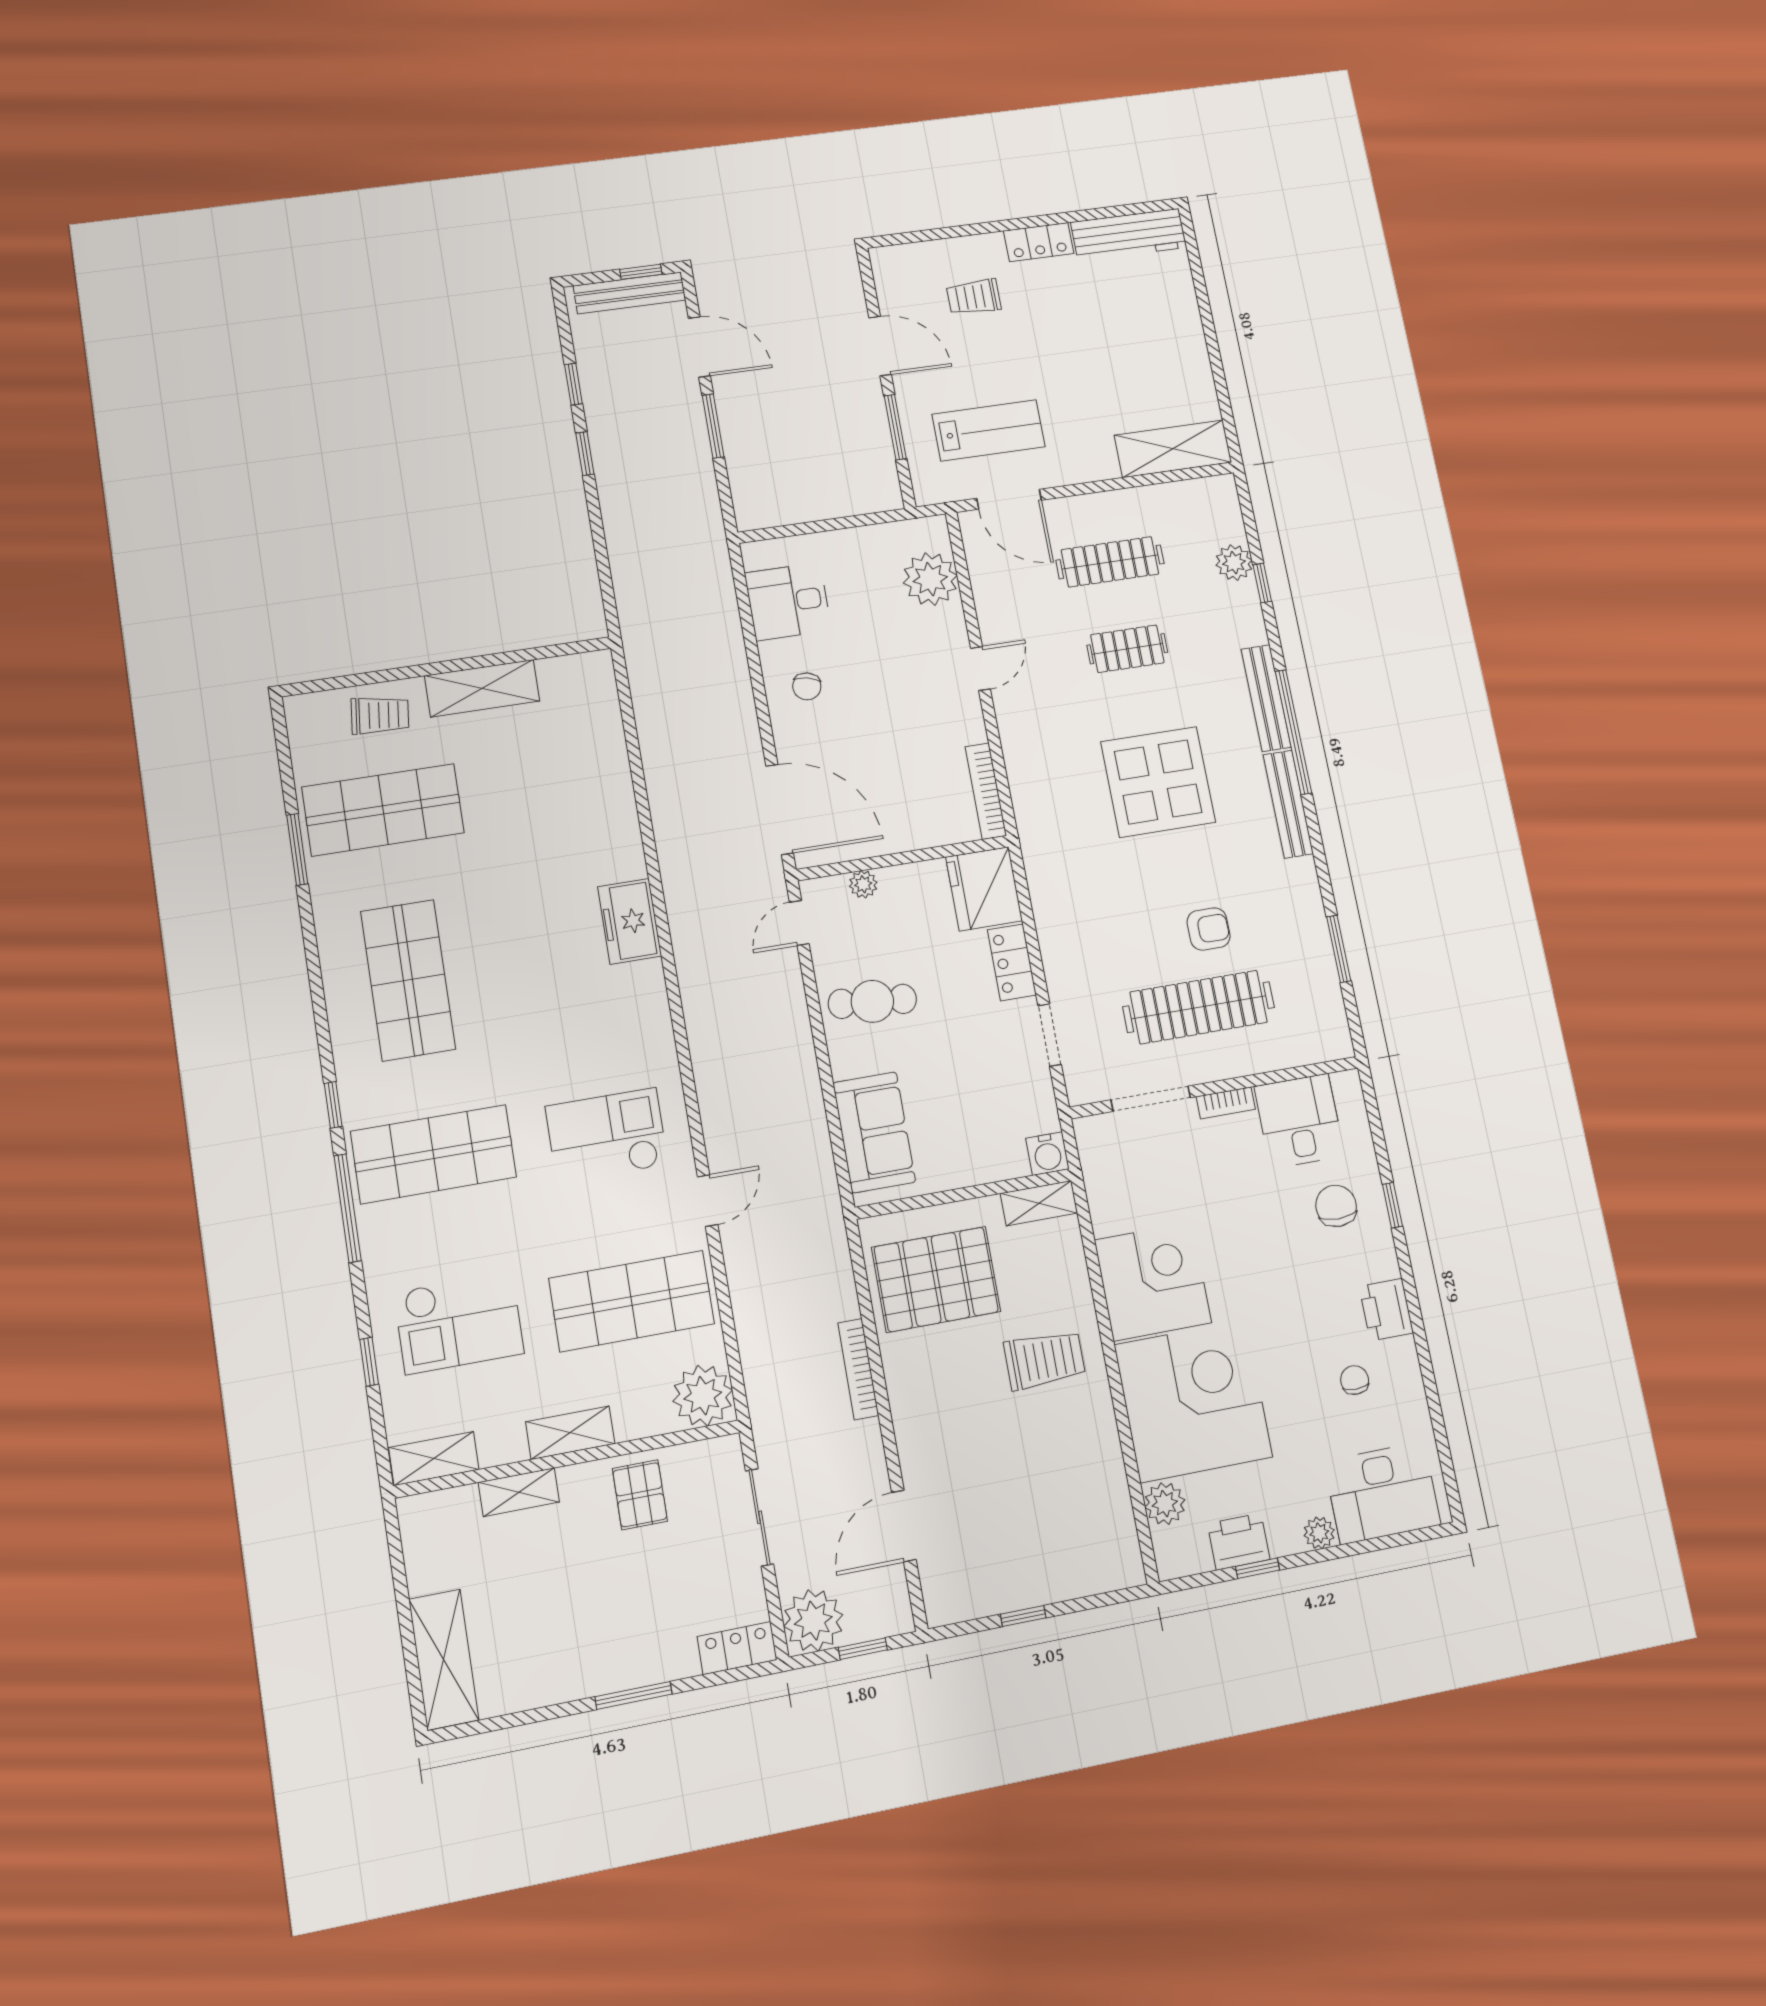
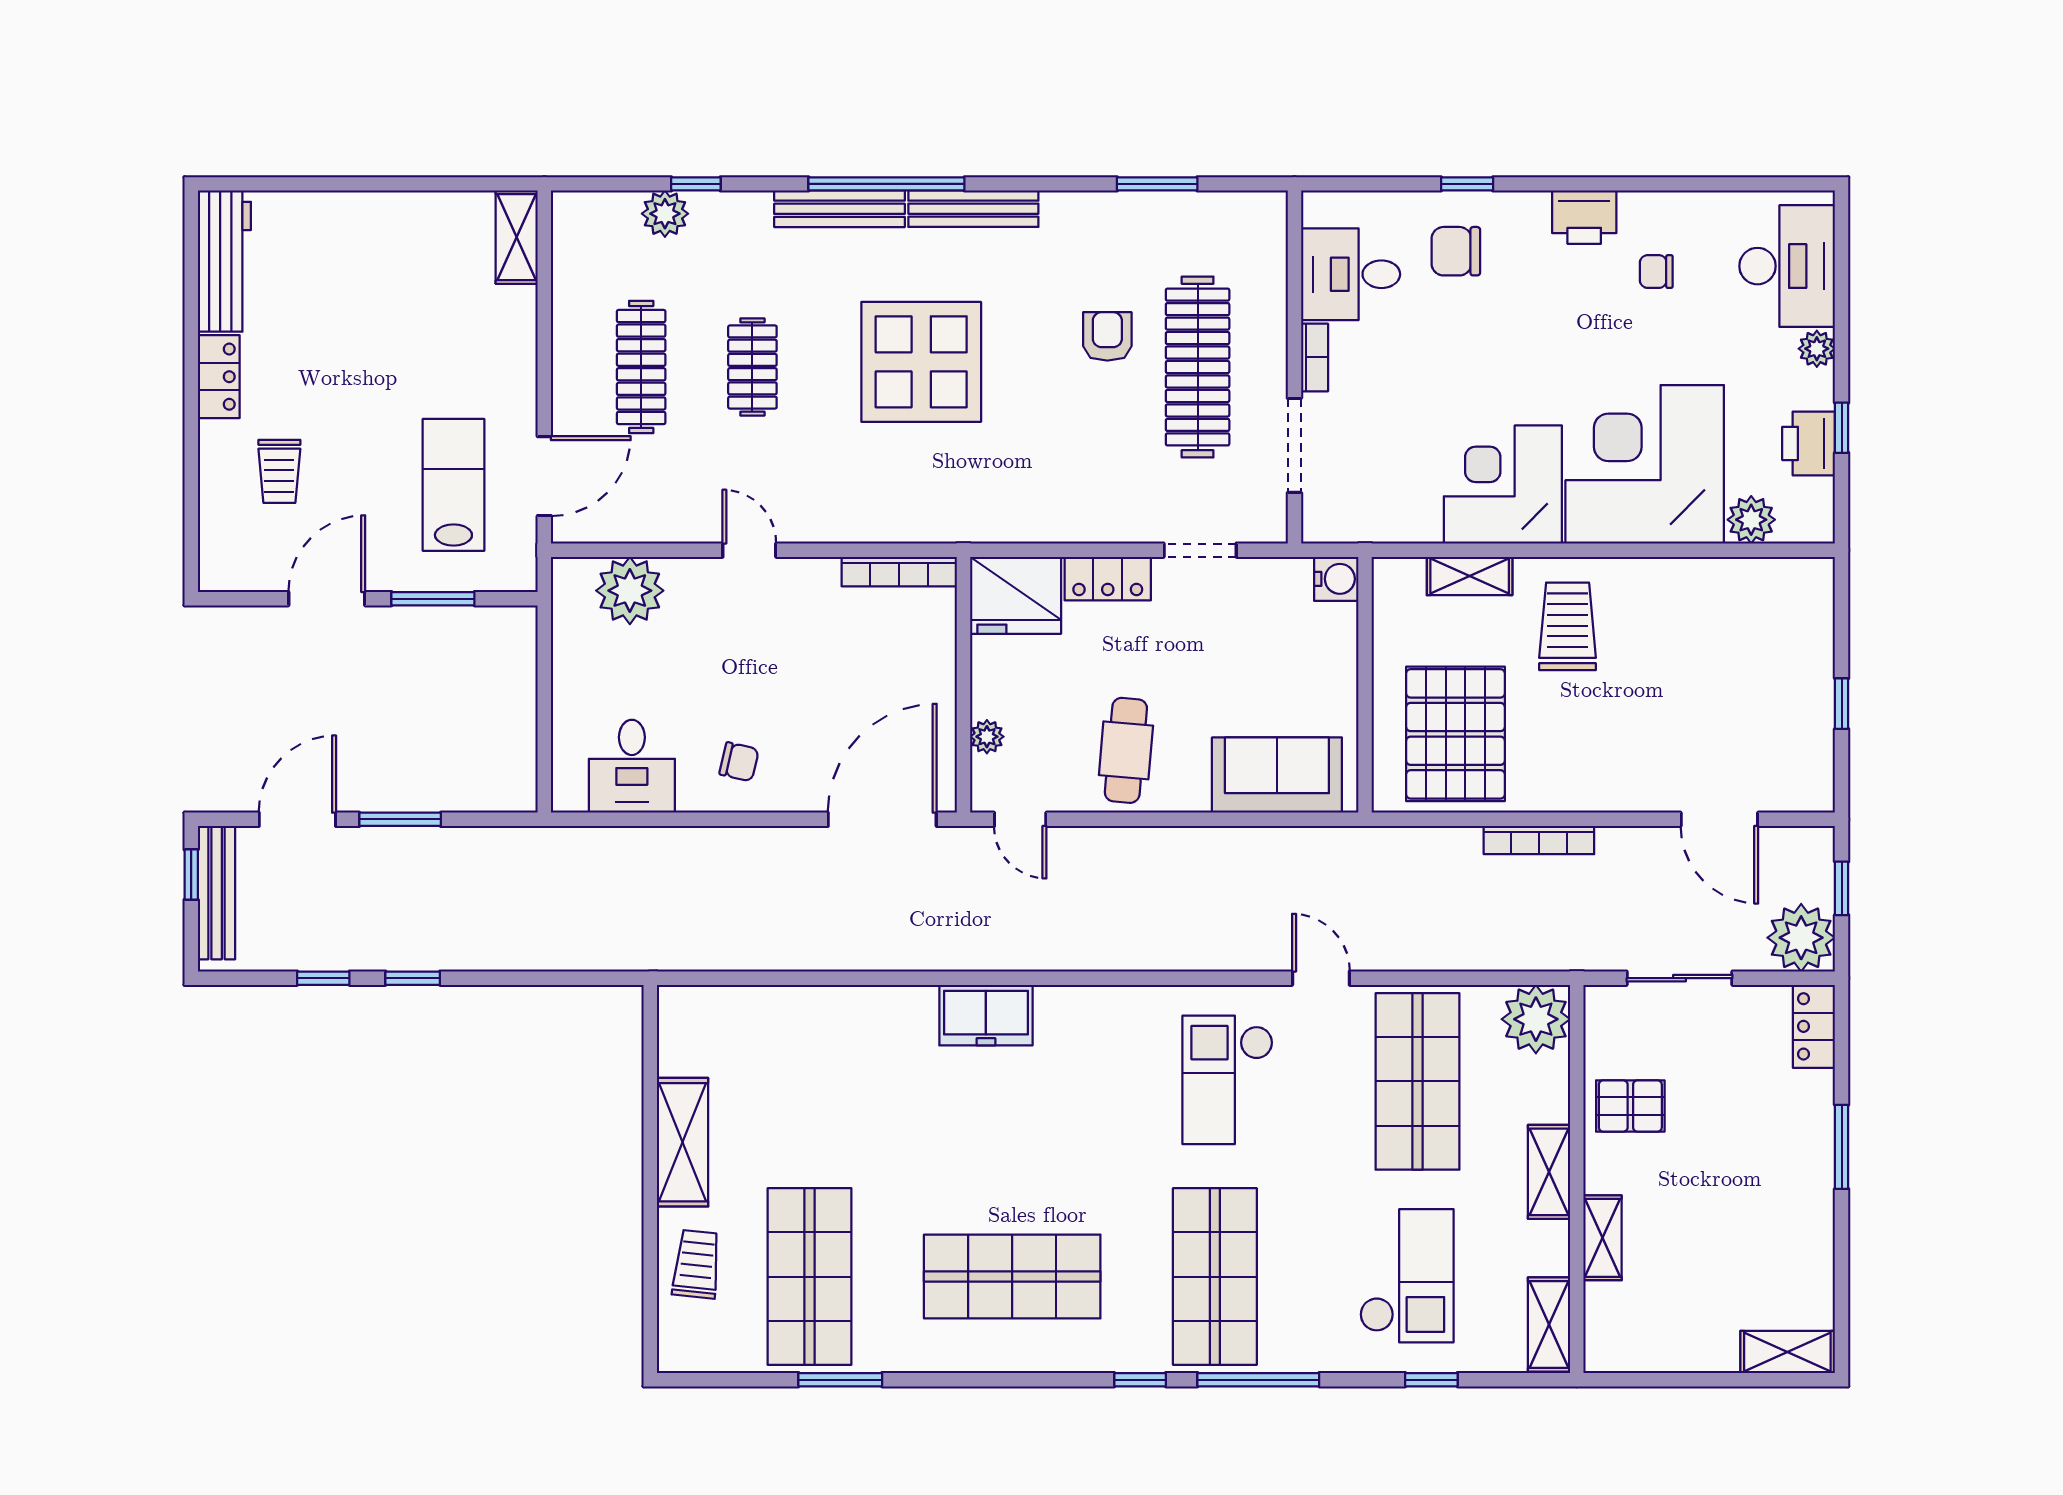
shelving: (1173, 449) -> (517, 237), width x0.67, depth x0.75
shelving: (1039, 1203) -> (1470, 576), moved, turned 90
shelving: (444, 1659) -> (1787, 1352), width x0.67, depth x0.75

